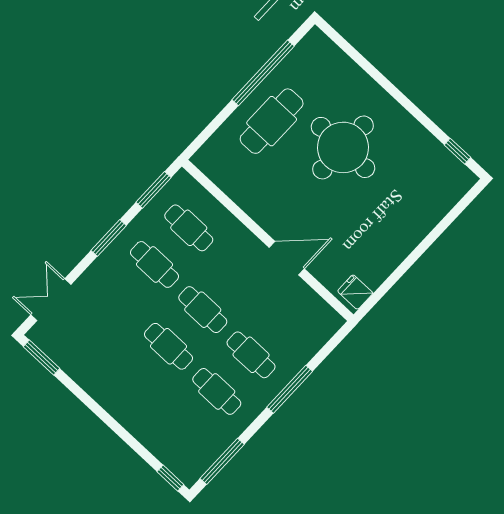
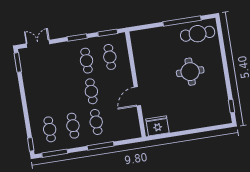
cafe table: (272, 121) -> (198, 34), moved
round table: (343, 147) -> (190, 72), width x0.73, depth x0.73
door: (287, 258) -> (137, 96), swing flipped
fridge: (355, 292) -> (157, 126), width x1.88, depth x1.34
cafe table: (169, 346) -> (50, 129), moved

